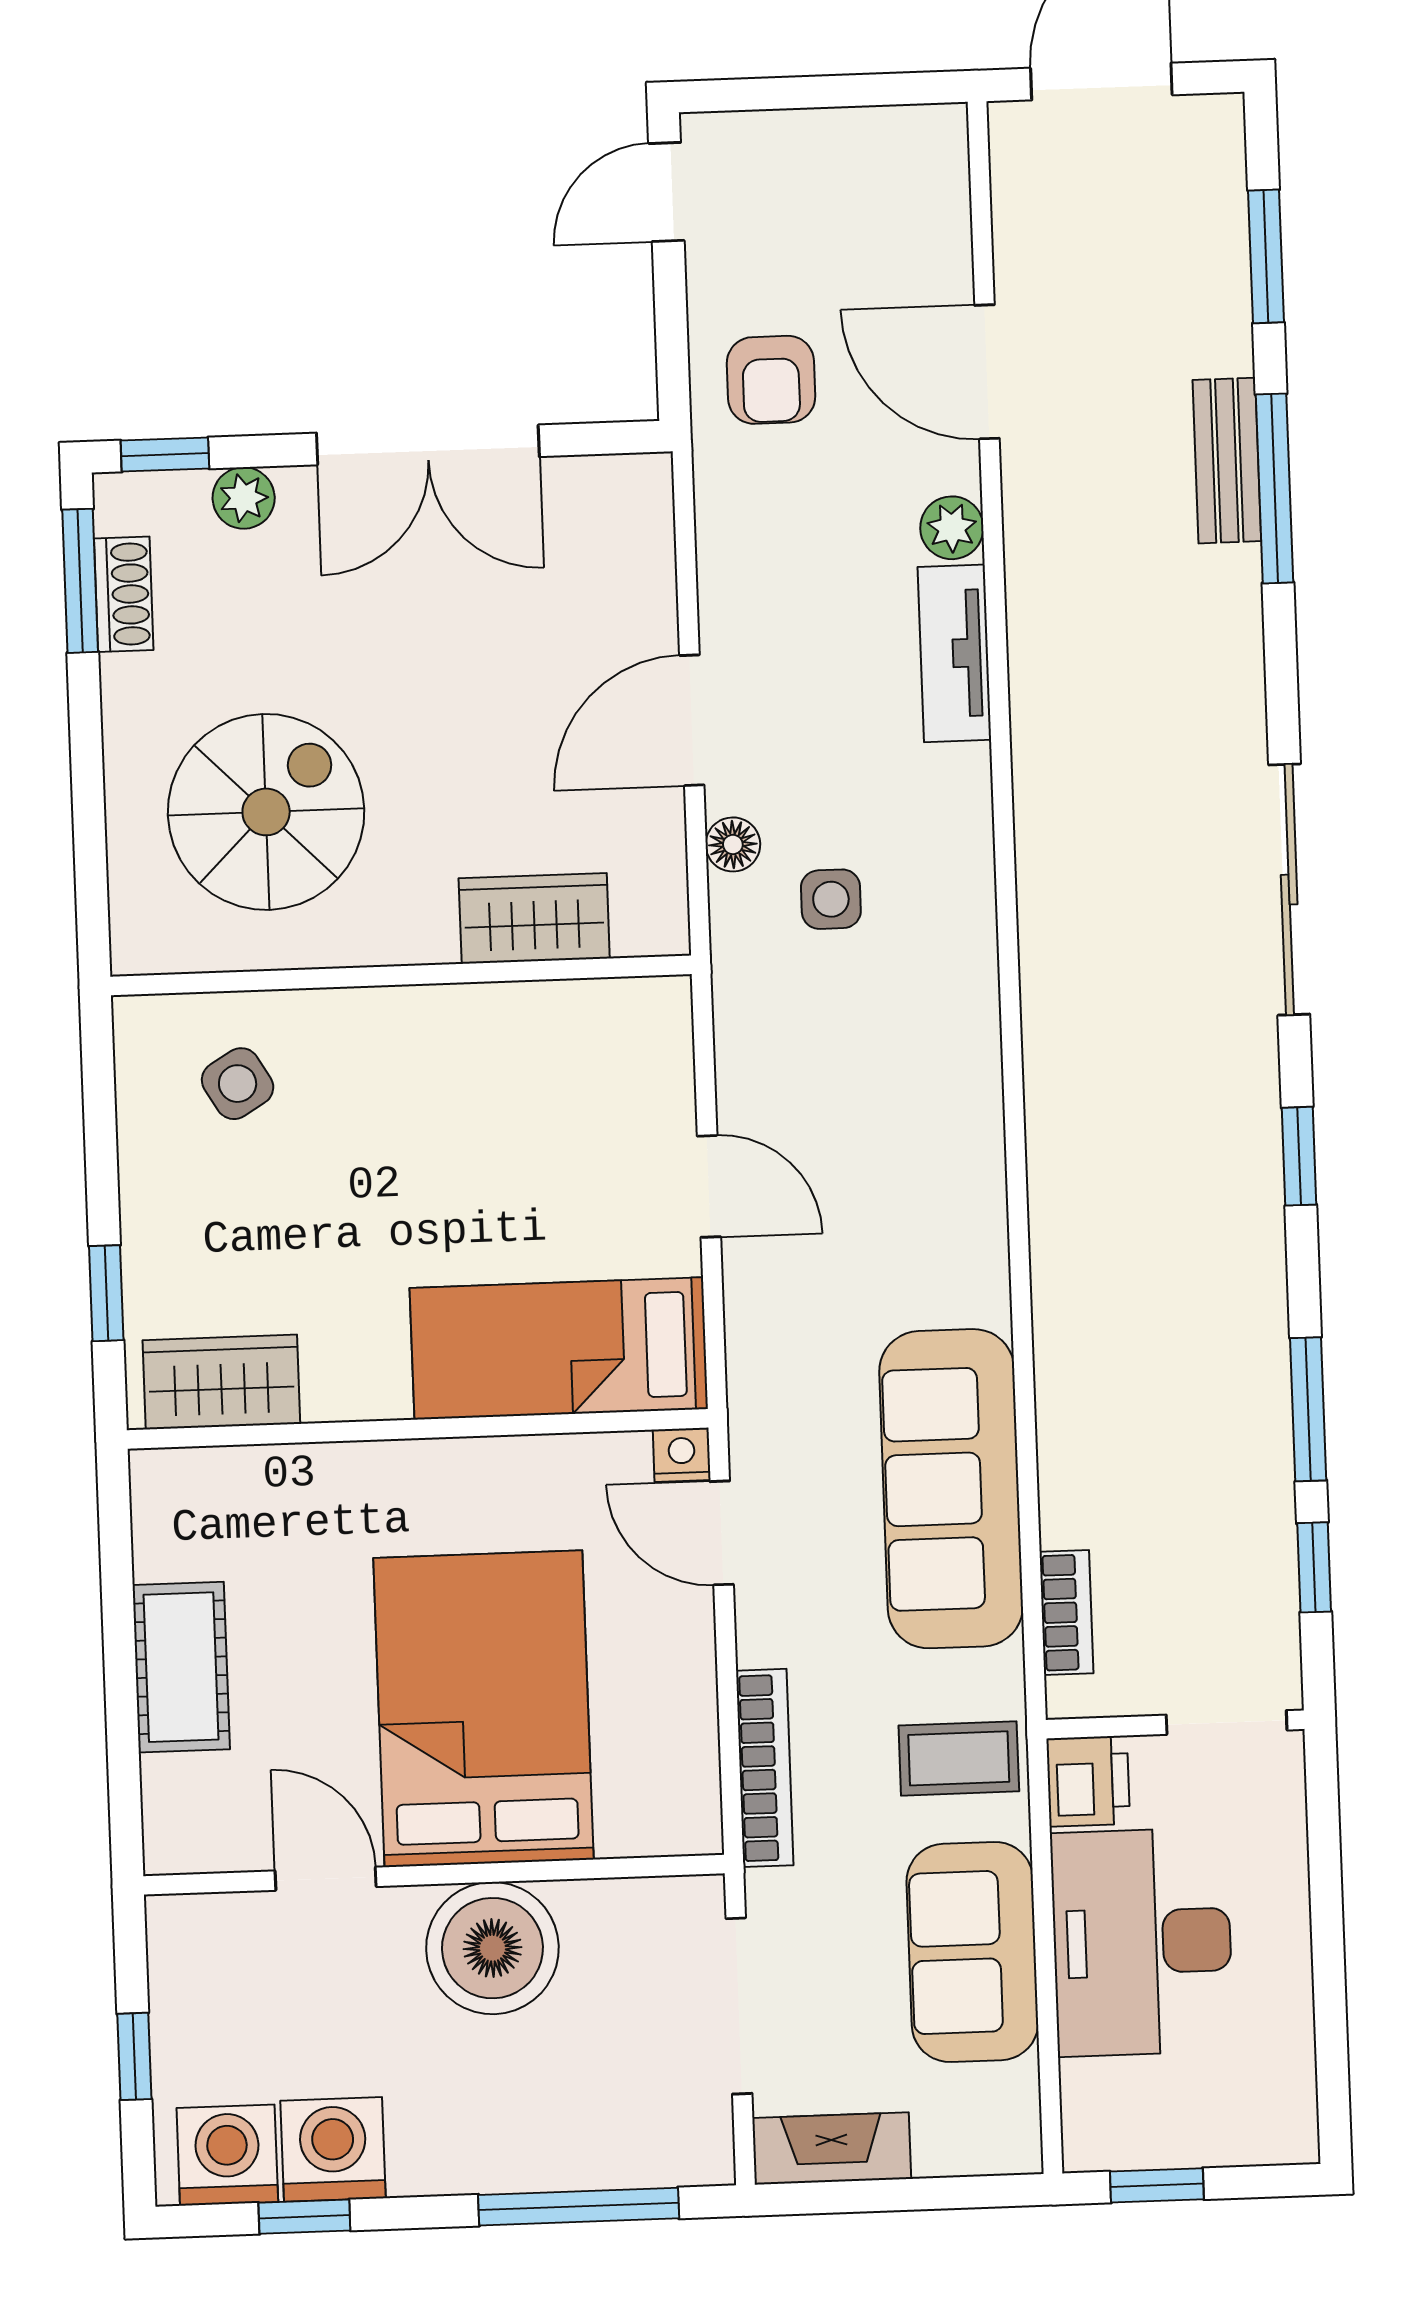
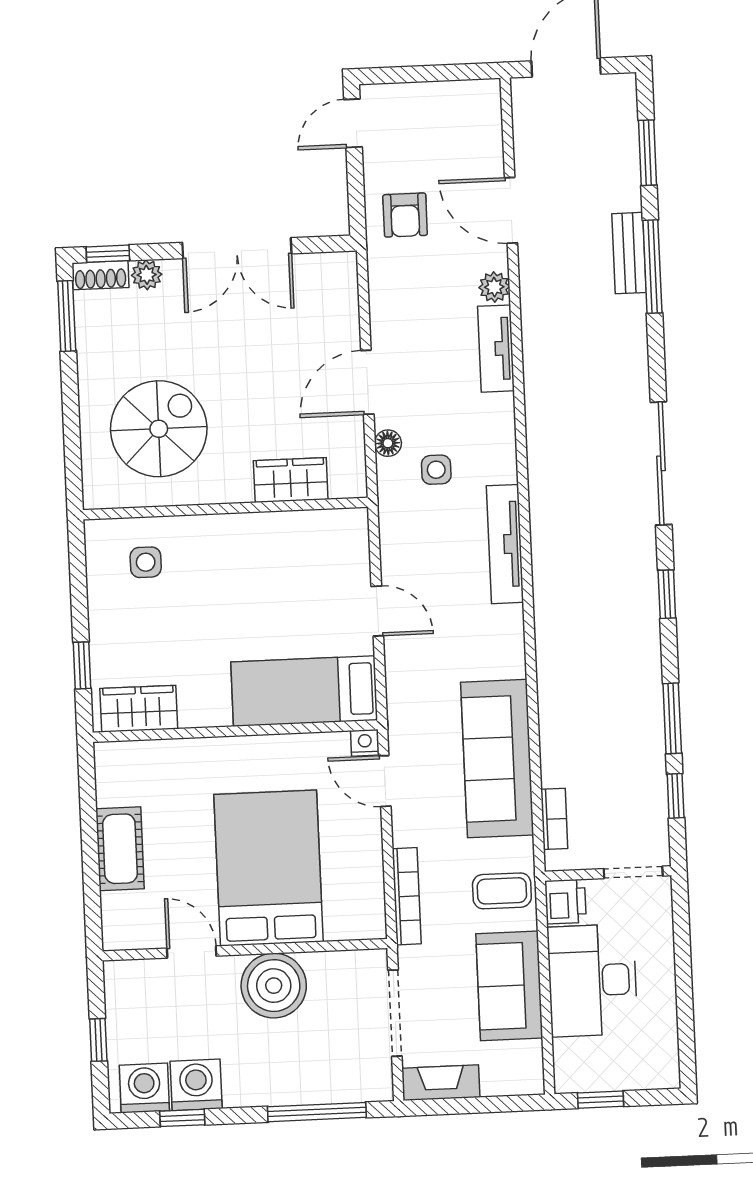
shoe rack: (124, 594) -> (100, 275), moved, turned 90
tv unit: (970, 1052) -> (505, 544), added
side table: (238, 1084) -> (146, 562), turned 31

